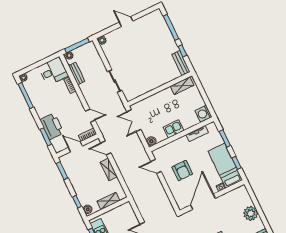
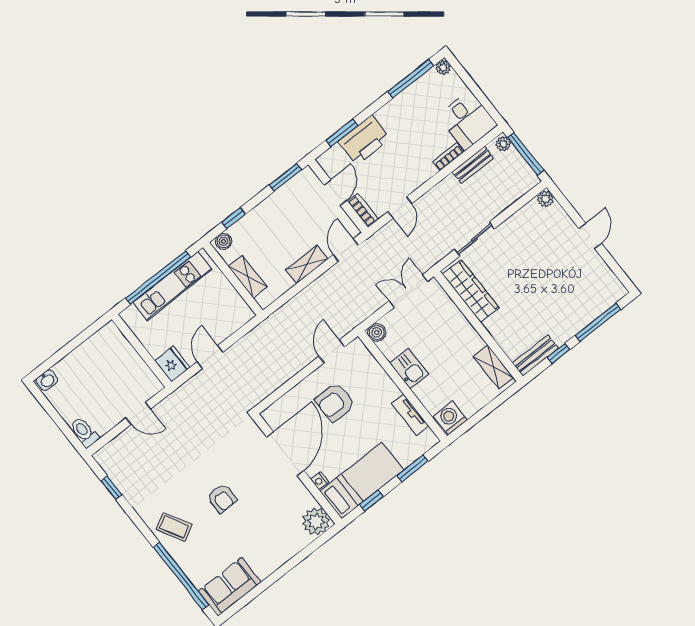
wardrobe: (141, 89) -> (471, 291), added
door: (203, 202) -> (285, 454), hinge flipped
plant: (251, 213) -> (316, 522), moved

